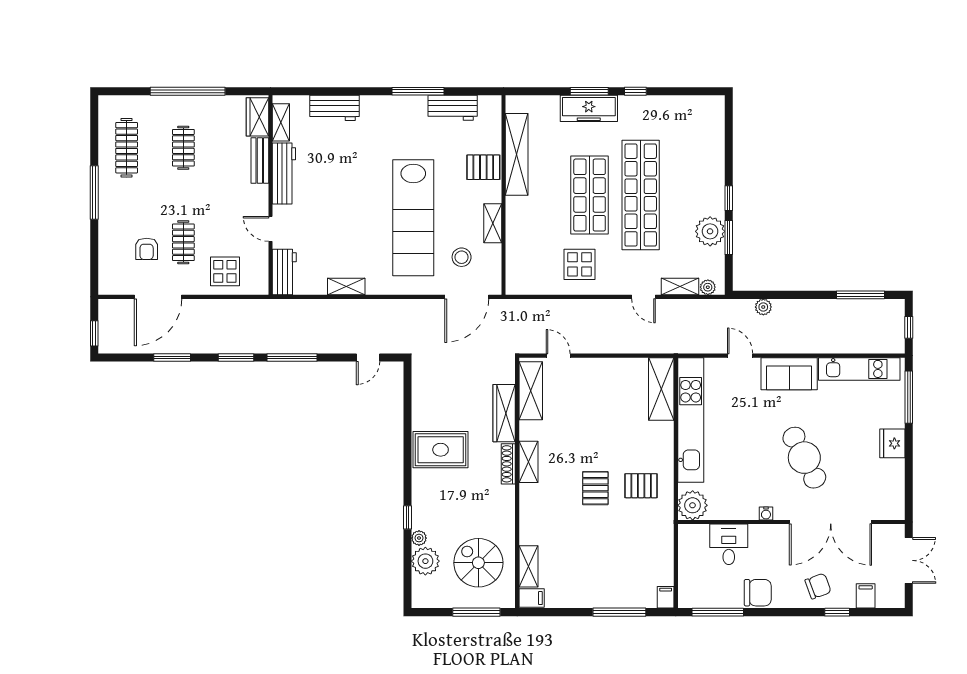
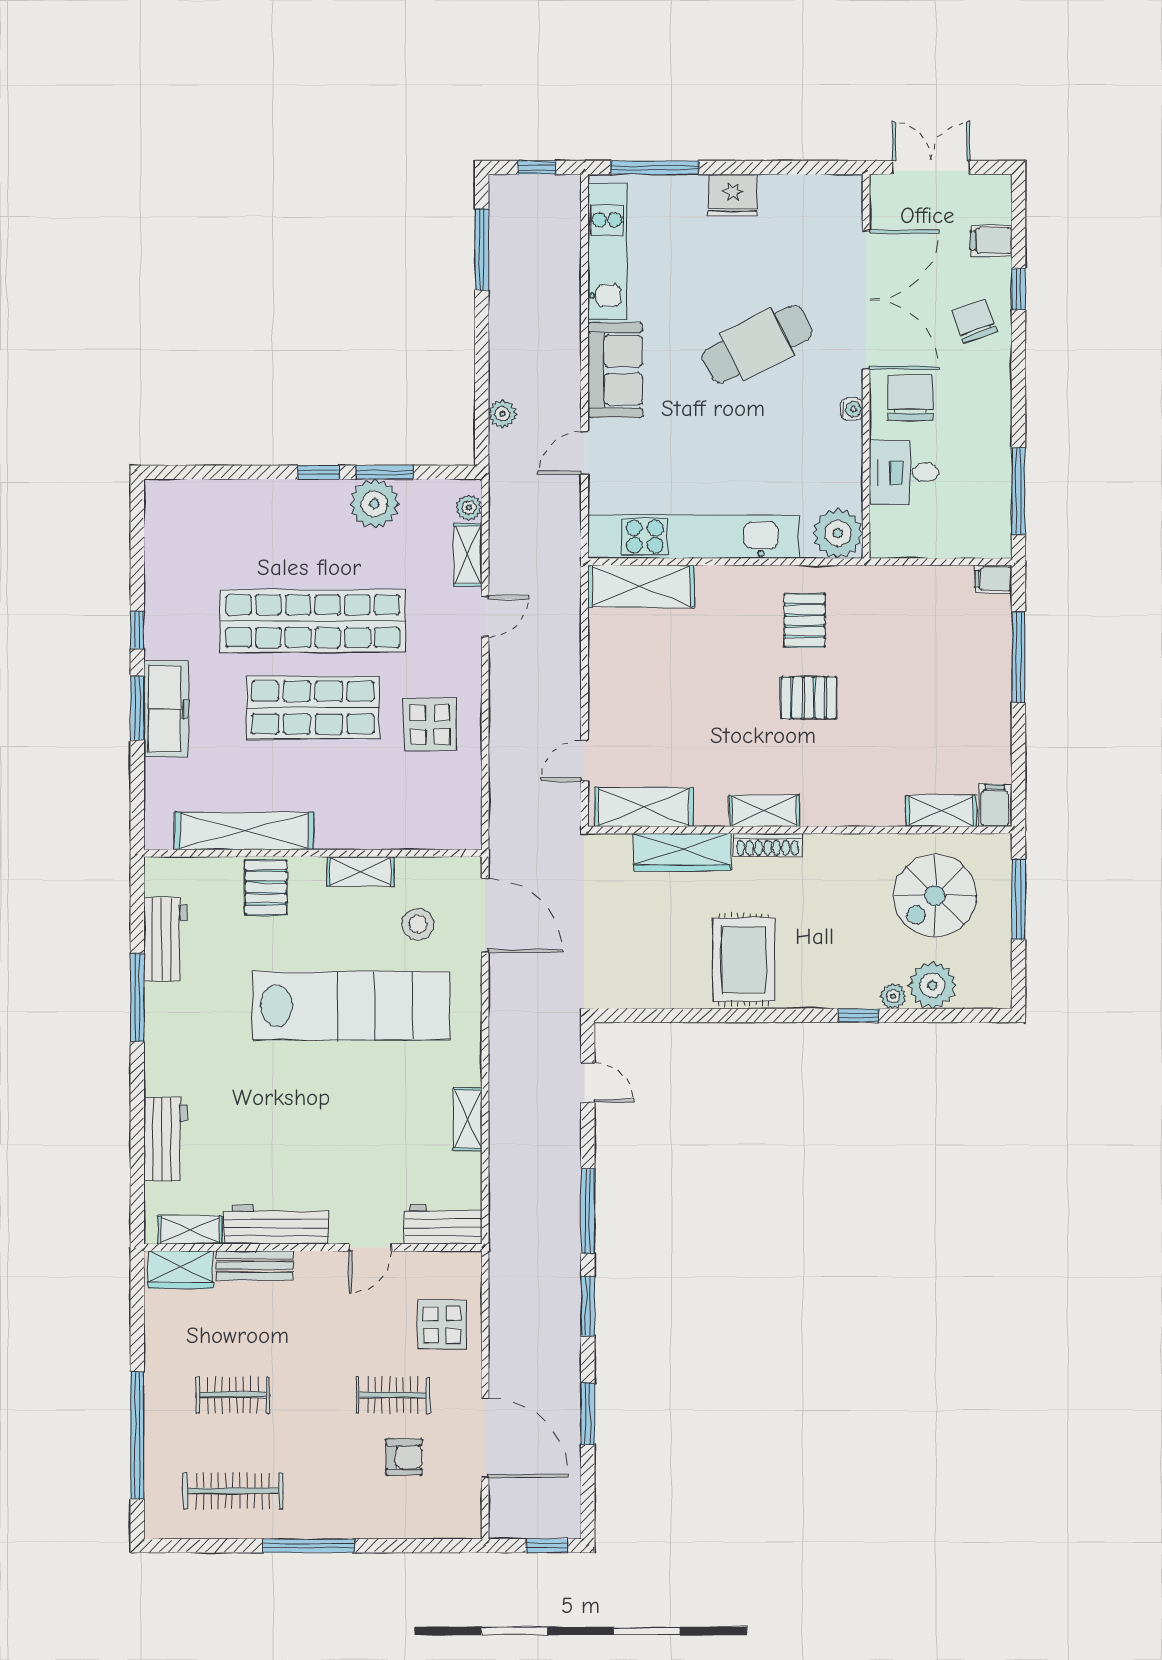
window: (188, 91) -> (137, 1436), moved
chair: (758, 593) -> (910, 398), moved

